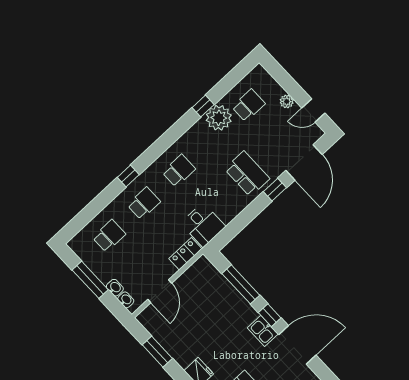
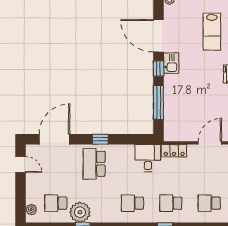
plant: (287, 101) -> (31, 210), moved
window: (275, 190) -> (100, 139), moved

